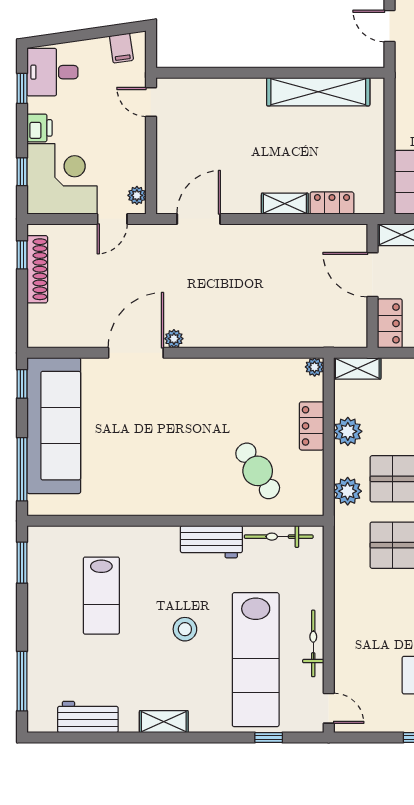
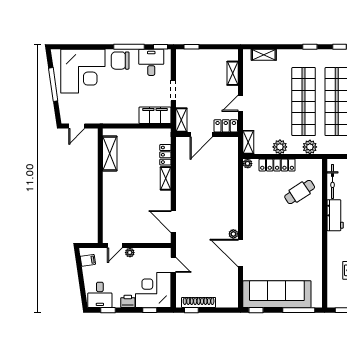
shelving: (318, 92) -> (110, 153), width x0.68
plant: (137, 195) -> (130, 253), moved
locker: (312, 426) -> (277, 165), width x1.53

